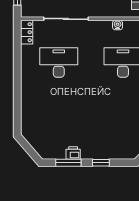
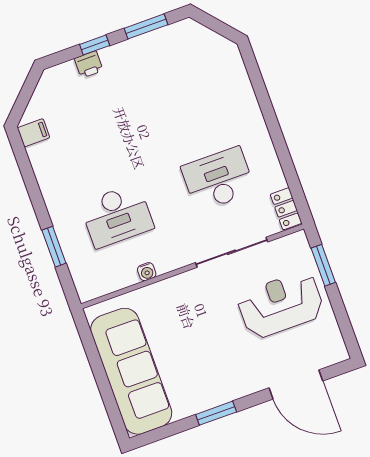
desk: (59, 62) -> (218, 179), turned 180
printer: (73, 153) -> (89, 64), moved

